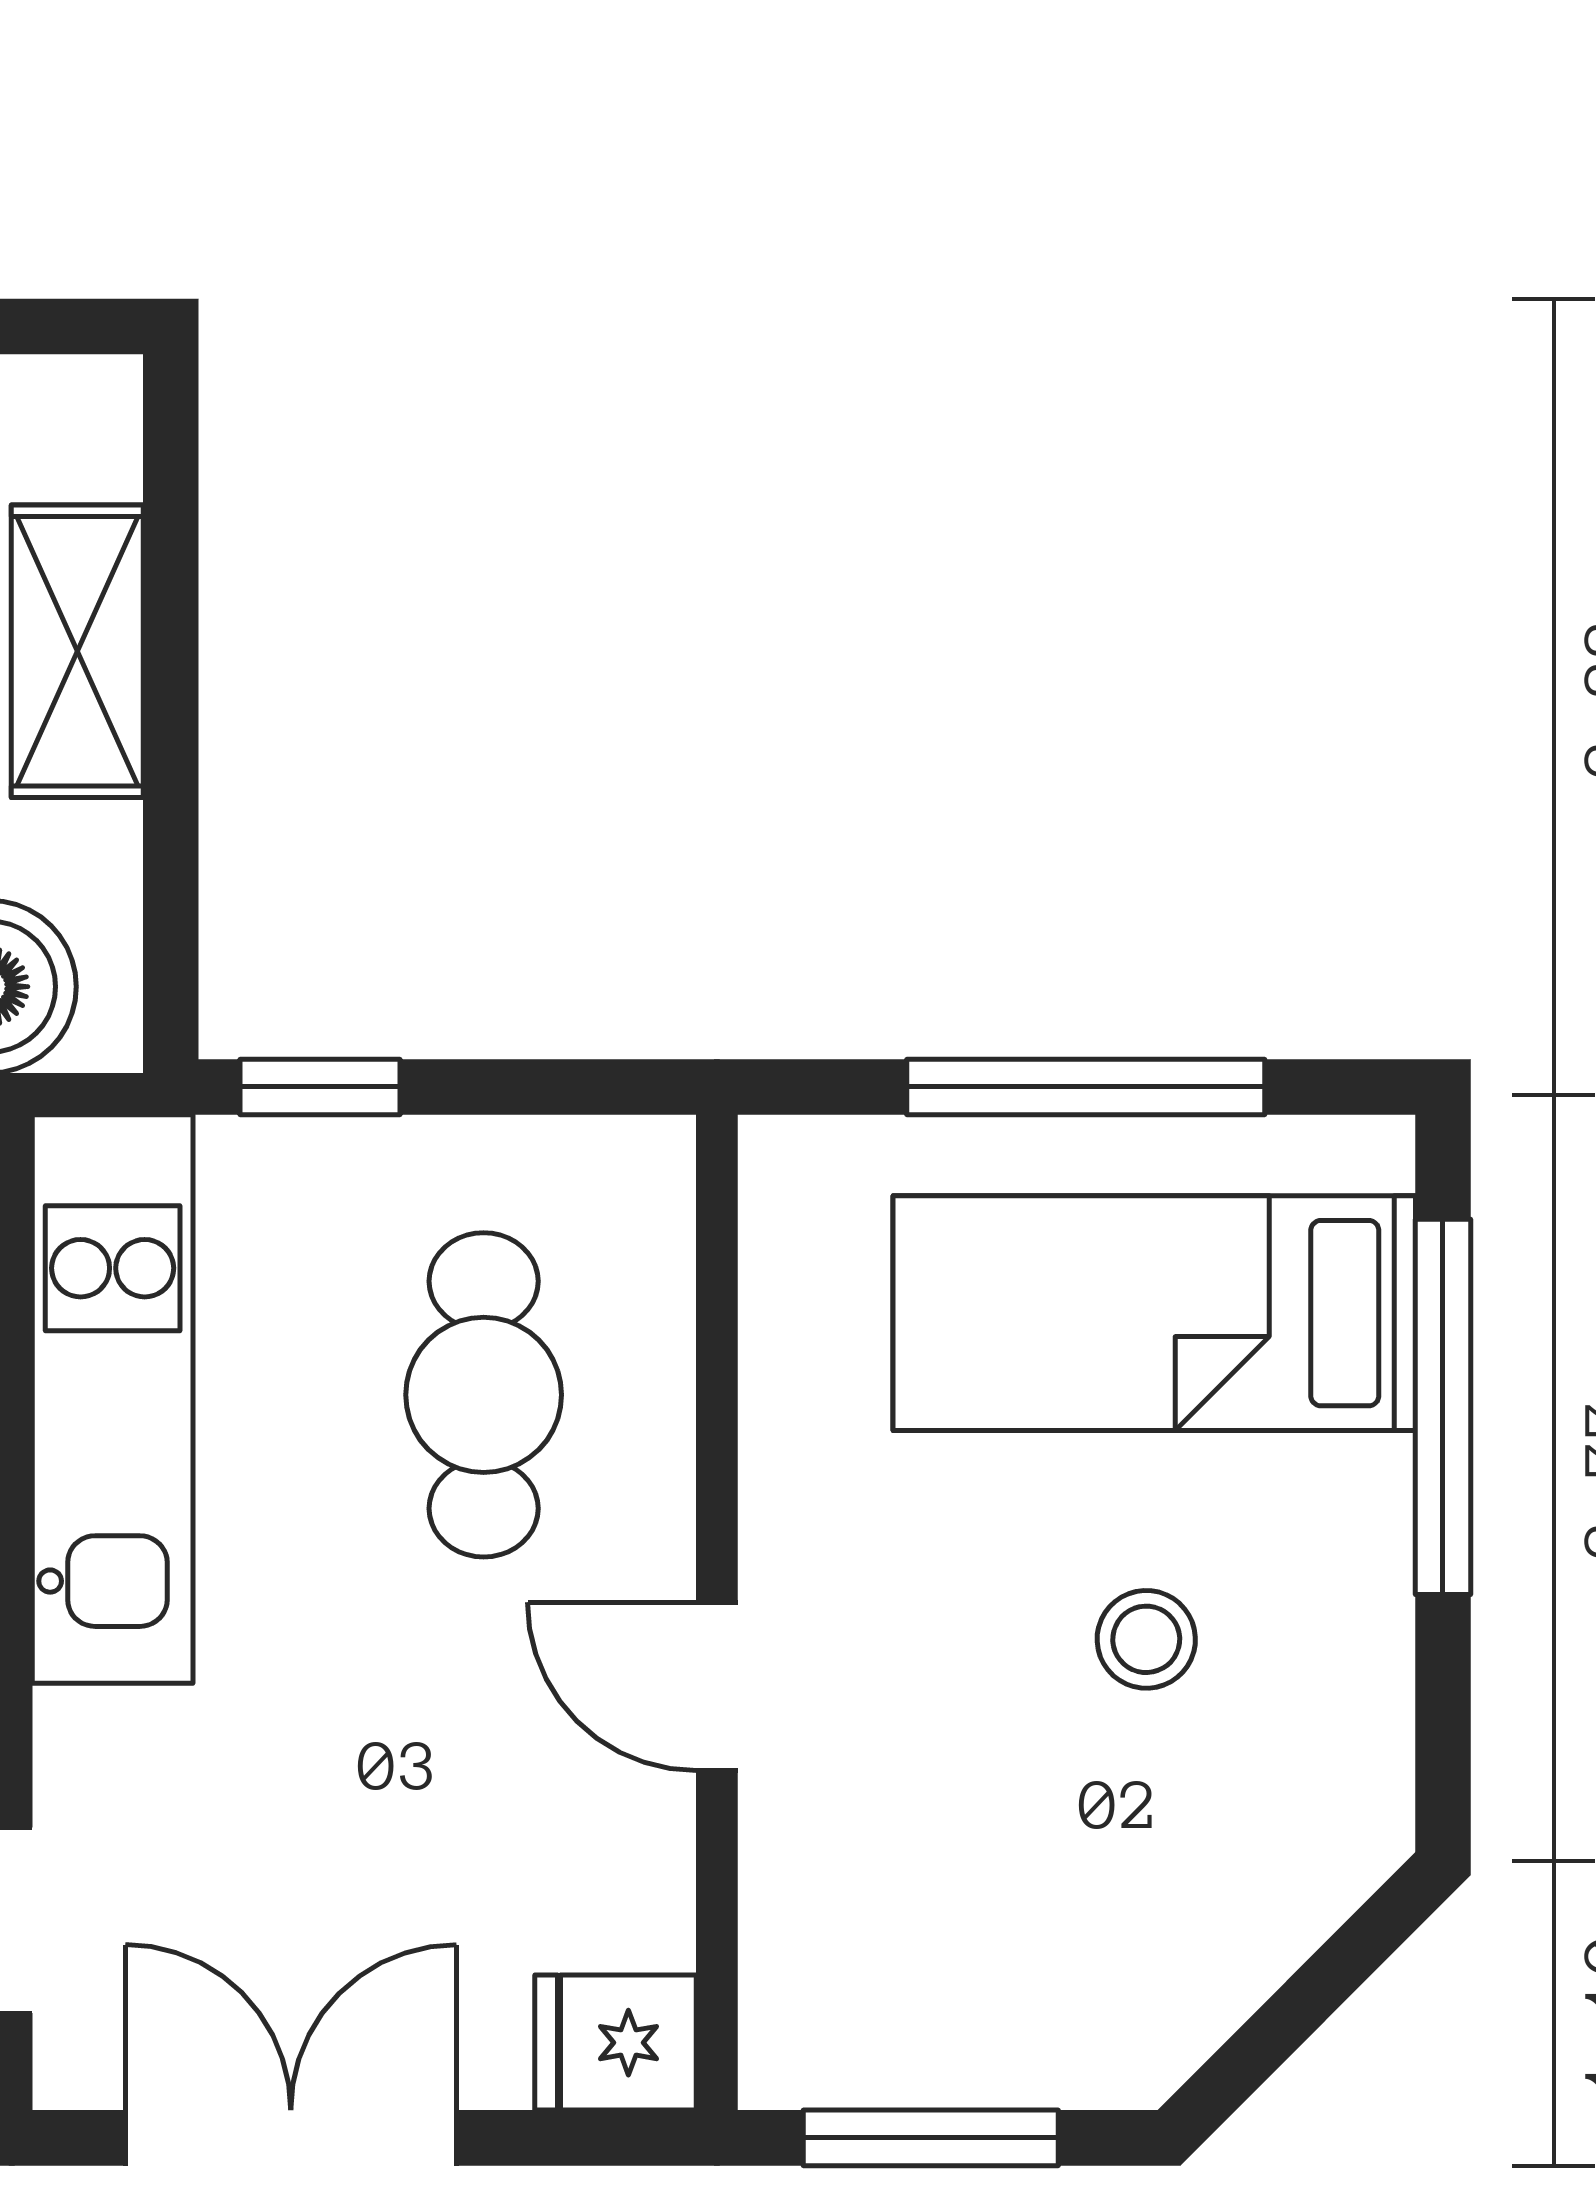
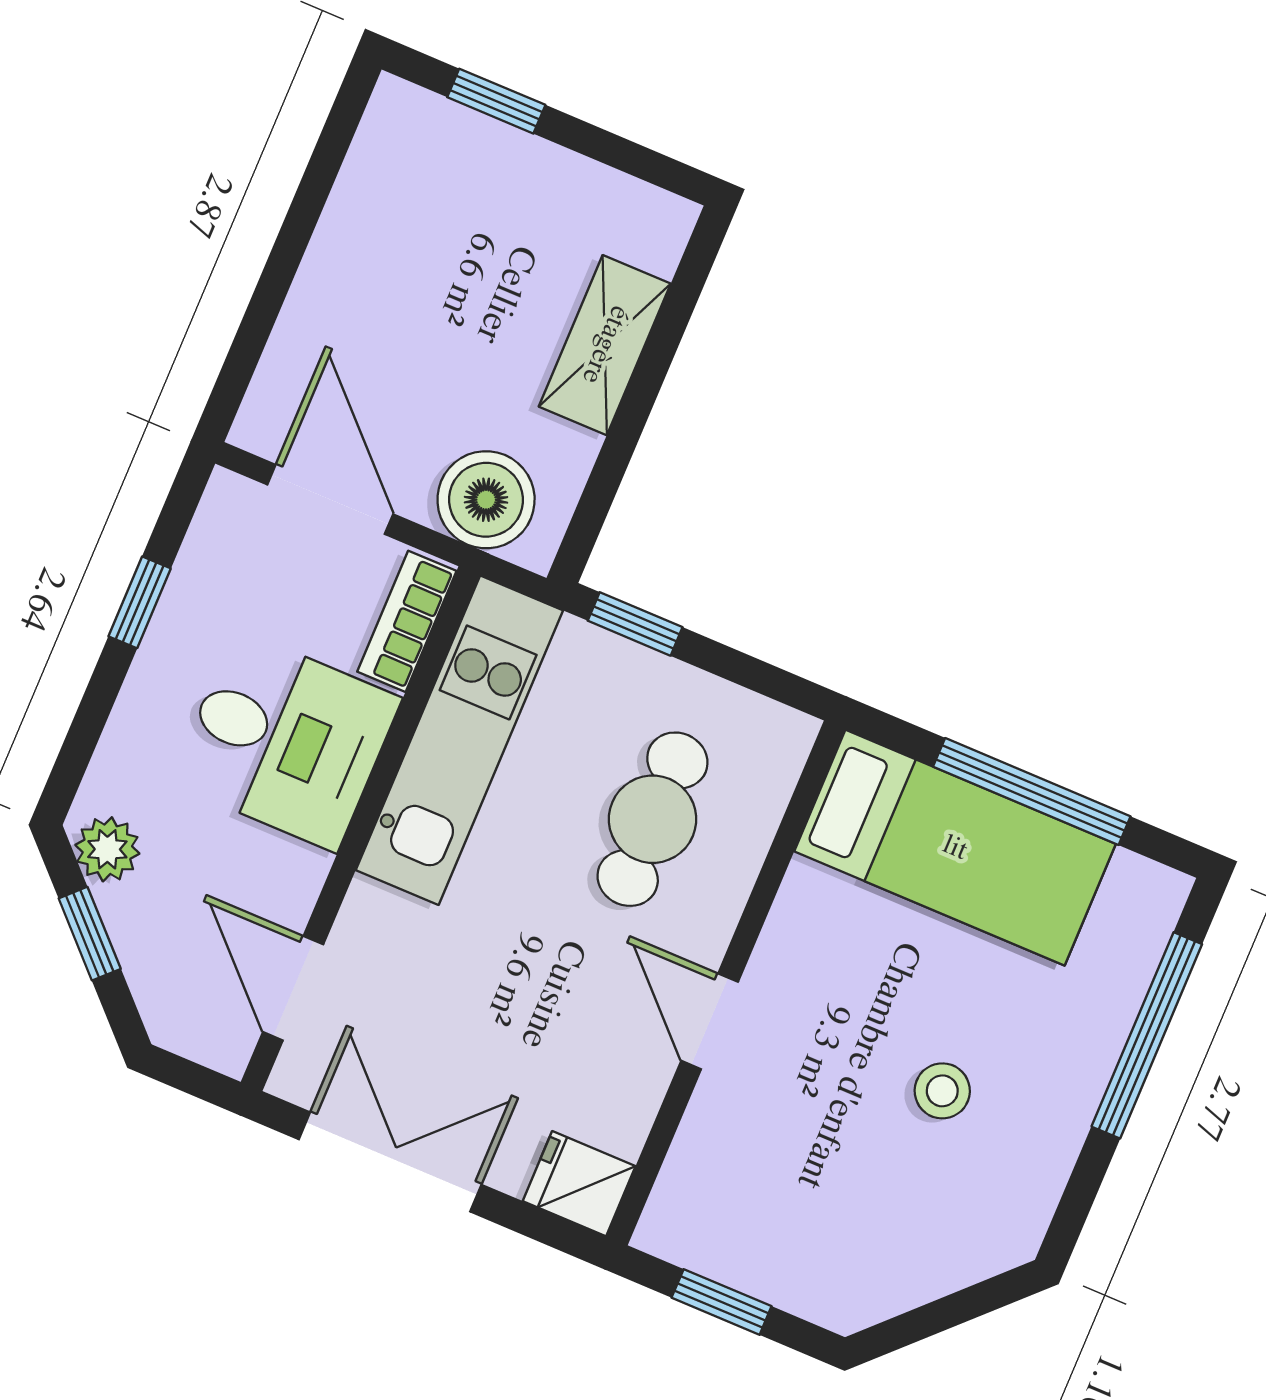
bed: (1154, 1313) -> (955, 848), moved, turned 180
window: (931, 2138) -> (722, 1302), width x0.67

